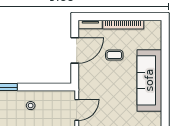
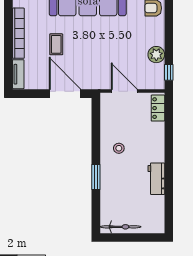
door: (75, 50) -> (65, 94), moved

